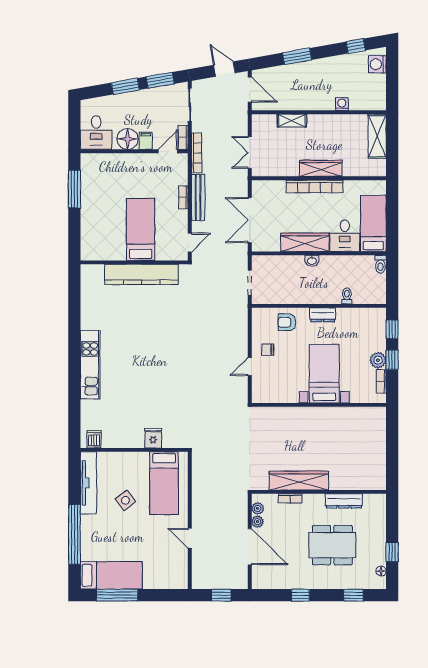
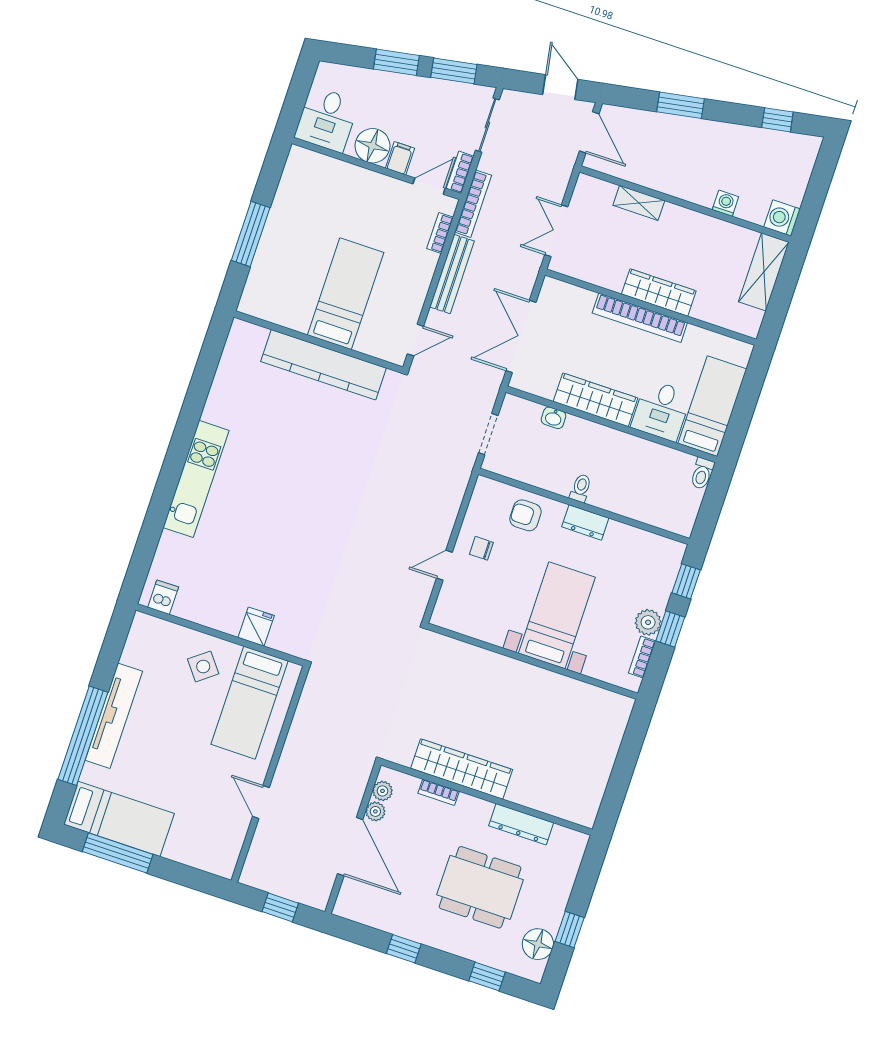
washing machine: (377, 64) -> (782, 218), moved
window: (74, 189) -> (251, 234), moved
bookcase: (183, 197) -> (440, 233), moved
washbasin: (312, 261) -> (554, 418), moved
toilet: (347, 296) -> (581, 488), moved
tv unit: (88, 483) -> (114, 716), moved
side table: (125, 500) -> (203, 666), moved
floor lamp: (381, 571) -> (538, 944), width x1.89, depth x1.89

